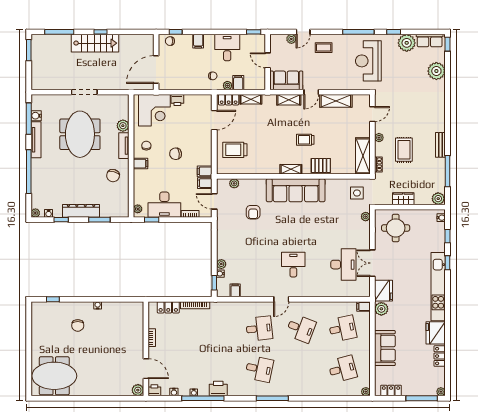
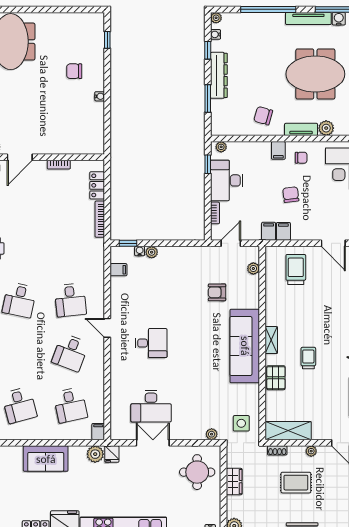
filing cabinet: (205, 183) -> (283, 231), moved
fridge: (384, 291) -> (112, 454), width x0.53, depth x0.75

